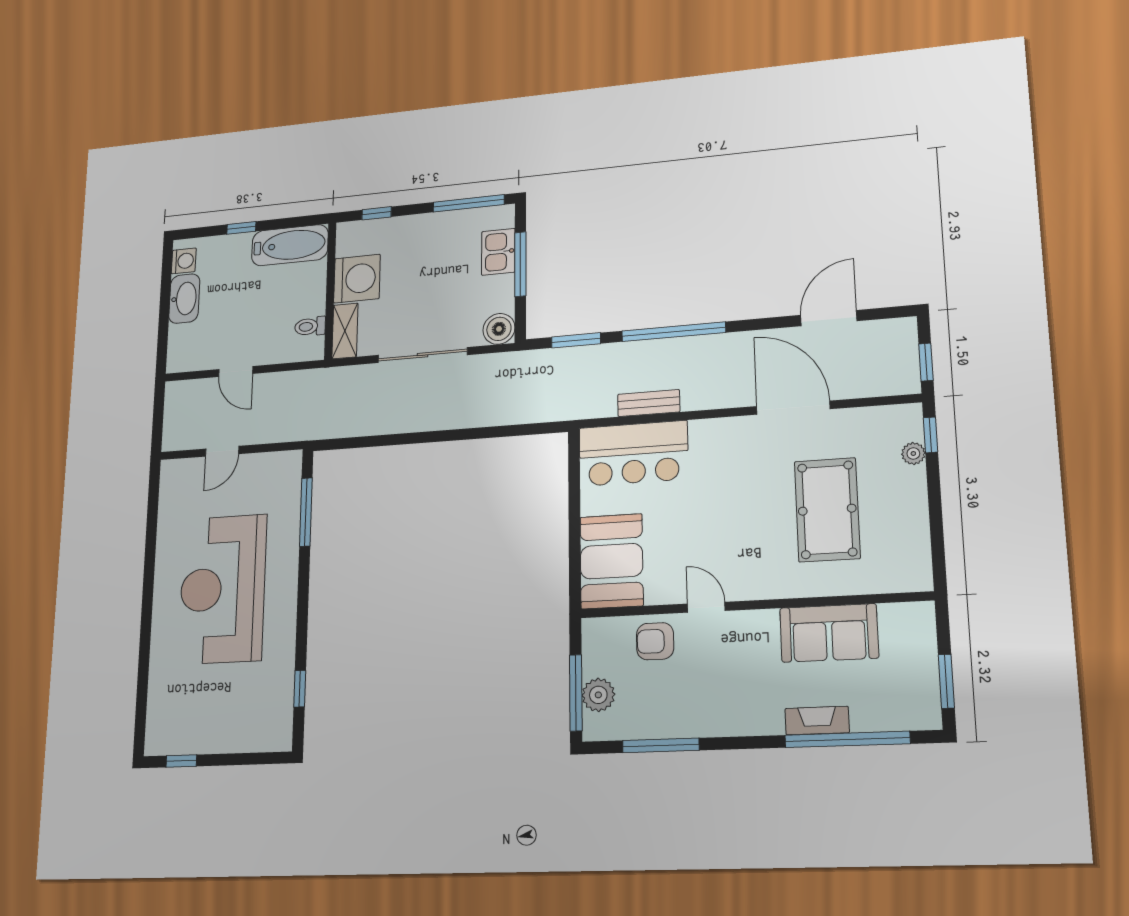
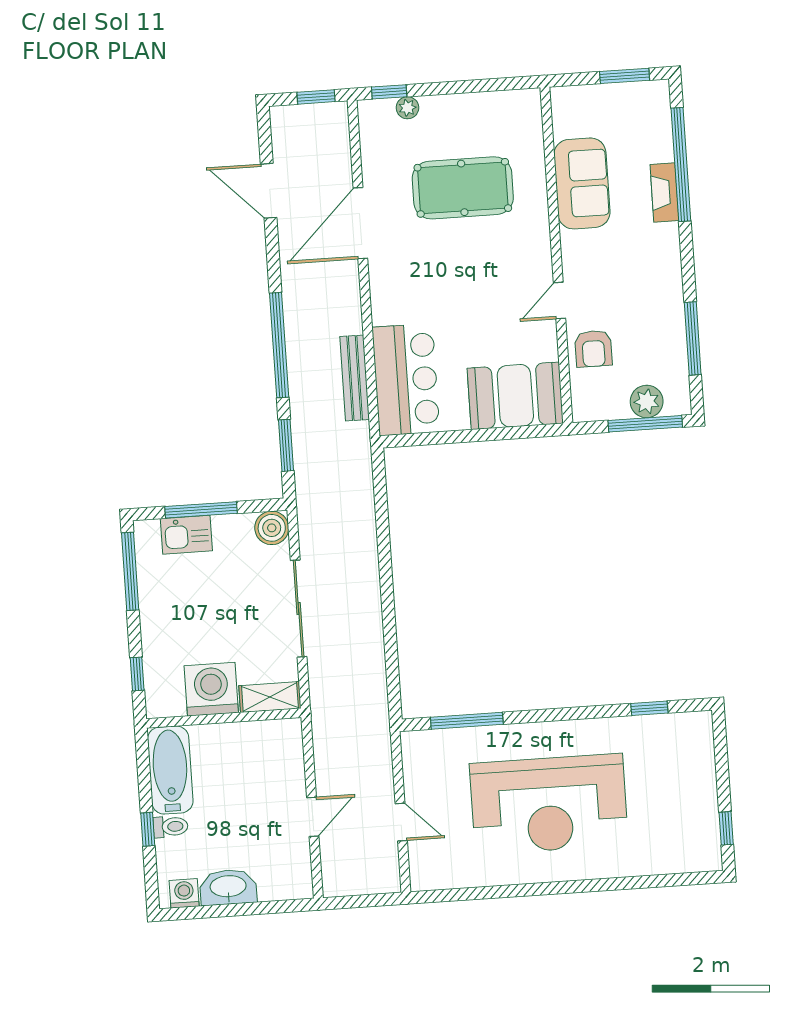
toilet: (310, 326) -> (171, 827), moved, turned -90
bench: (649, 403) -> (355, 378), width x1.36

